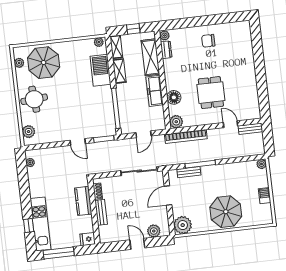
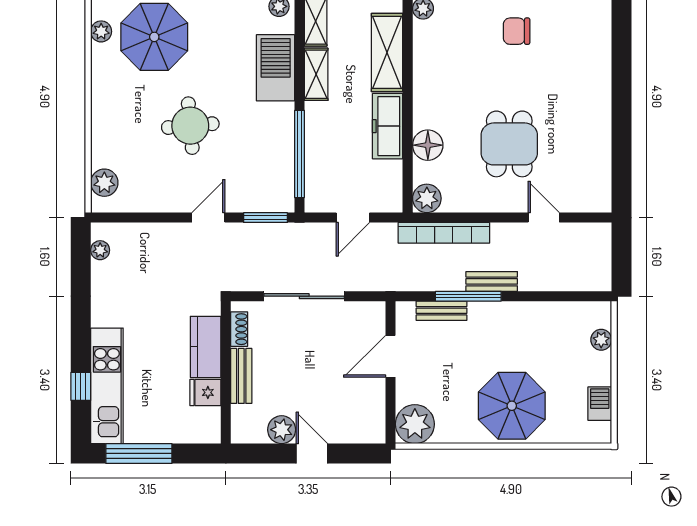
dresser: (166, 50) -> (423, 40), removed
round table: (34, 99) -> (190, 126), moved
bench: (250, 129) -> (492, 281), moved
door: (78, 142) -> (208, 218), swing flipped
plant: (262, 164) -> (601, 340), moved
sliding door: (139, 171) -> (304, 296), moved
barbecue: (265, 196) -> (600, 404), moved
plant: (154, 231) -> (282, 430), moved
fridge: (88, 239) -> (205, 392), moved

